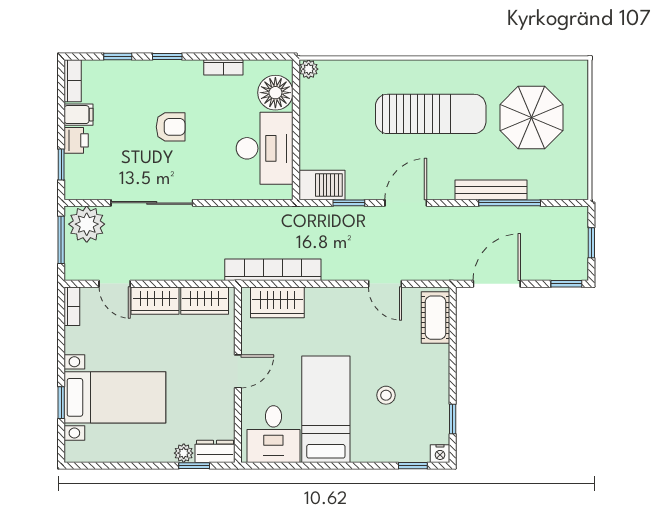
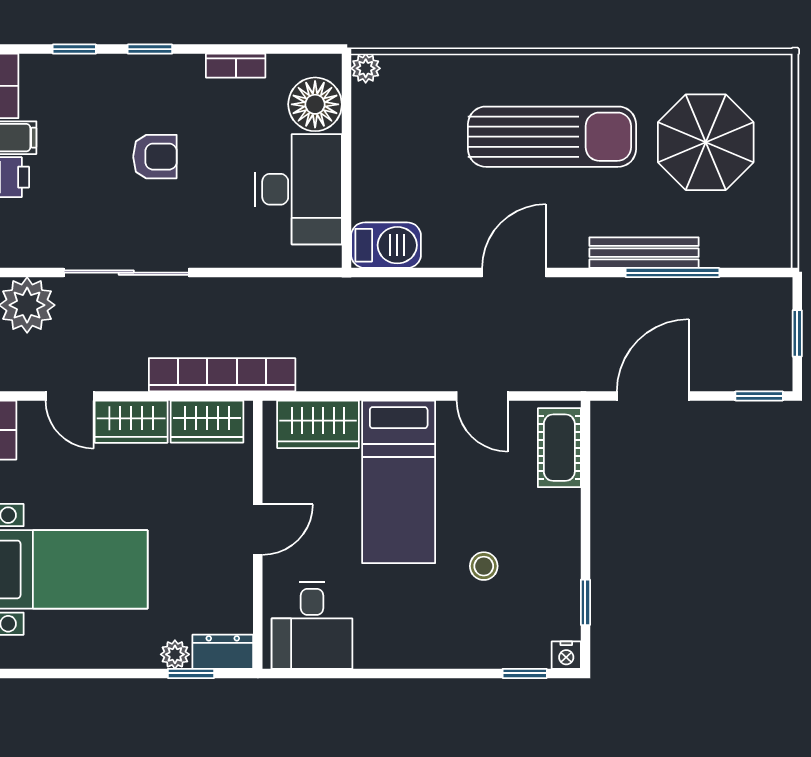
window: (349, 203) -> (427, 273), removed
bookcase: (273, 270) -> (222, 375), moved
bed: (326, 409) -> (399, 482), moved, turned 180

